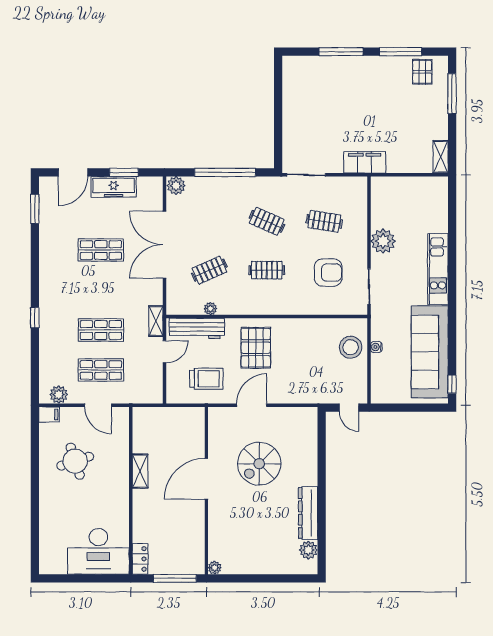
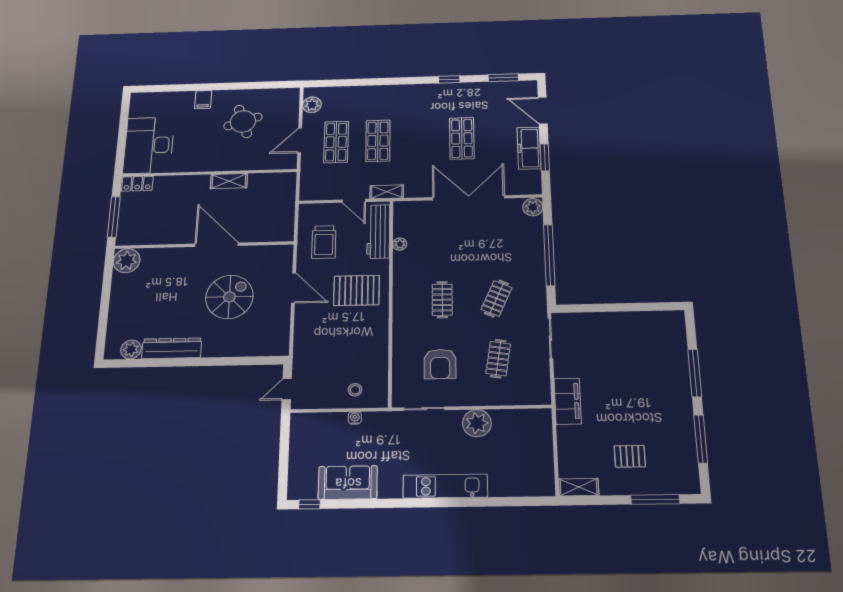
pallet: (422, 72) -> (630, 456), moved
clothes rail: (209, 270) -> (442, 242), removed
window: (35, 318) -> (449, 79), moved
stool: (351, 347) -> (355, 390), width x0.53, depth x0.53
sofa: (430, 352) -> (348, 483), width x0.54, depth x0.79
filing cabinet: (49, 414) -> (203, 100), moved
spiral stairs: (259, 464) -> (229, 297), turned 90
plant: (215, 568) -> (127, 261), width x1.87, depth x1.87

